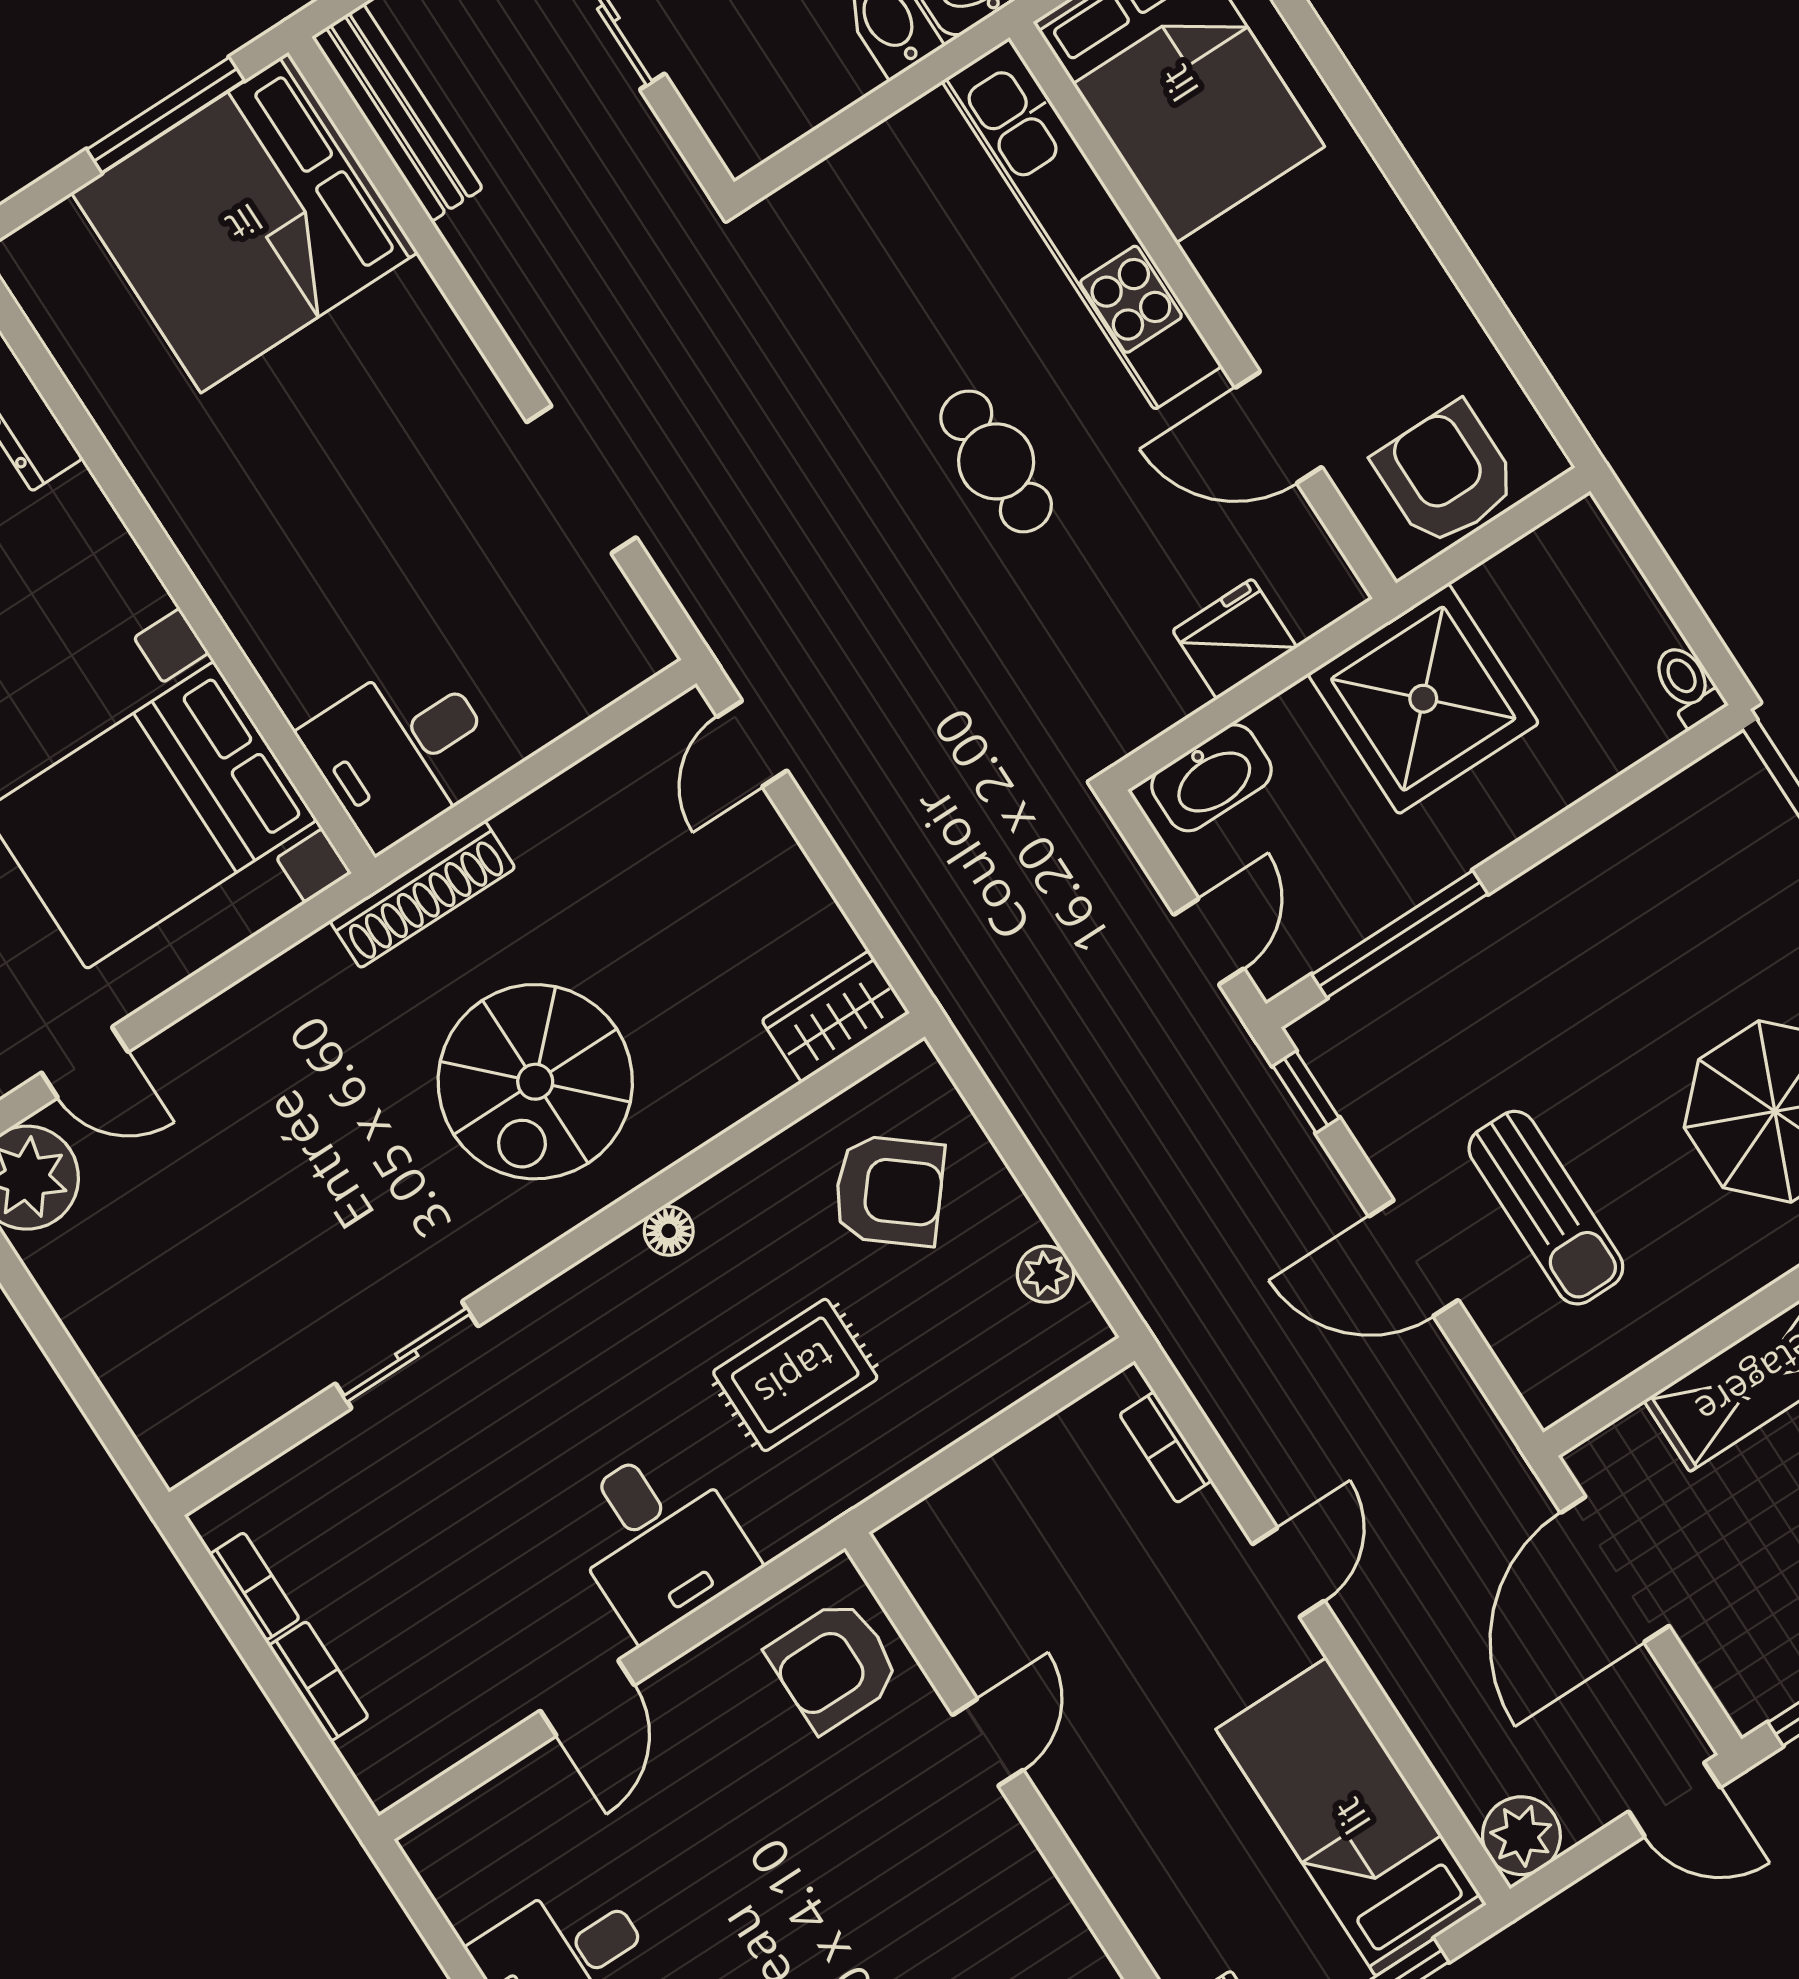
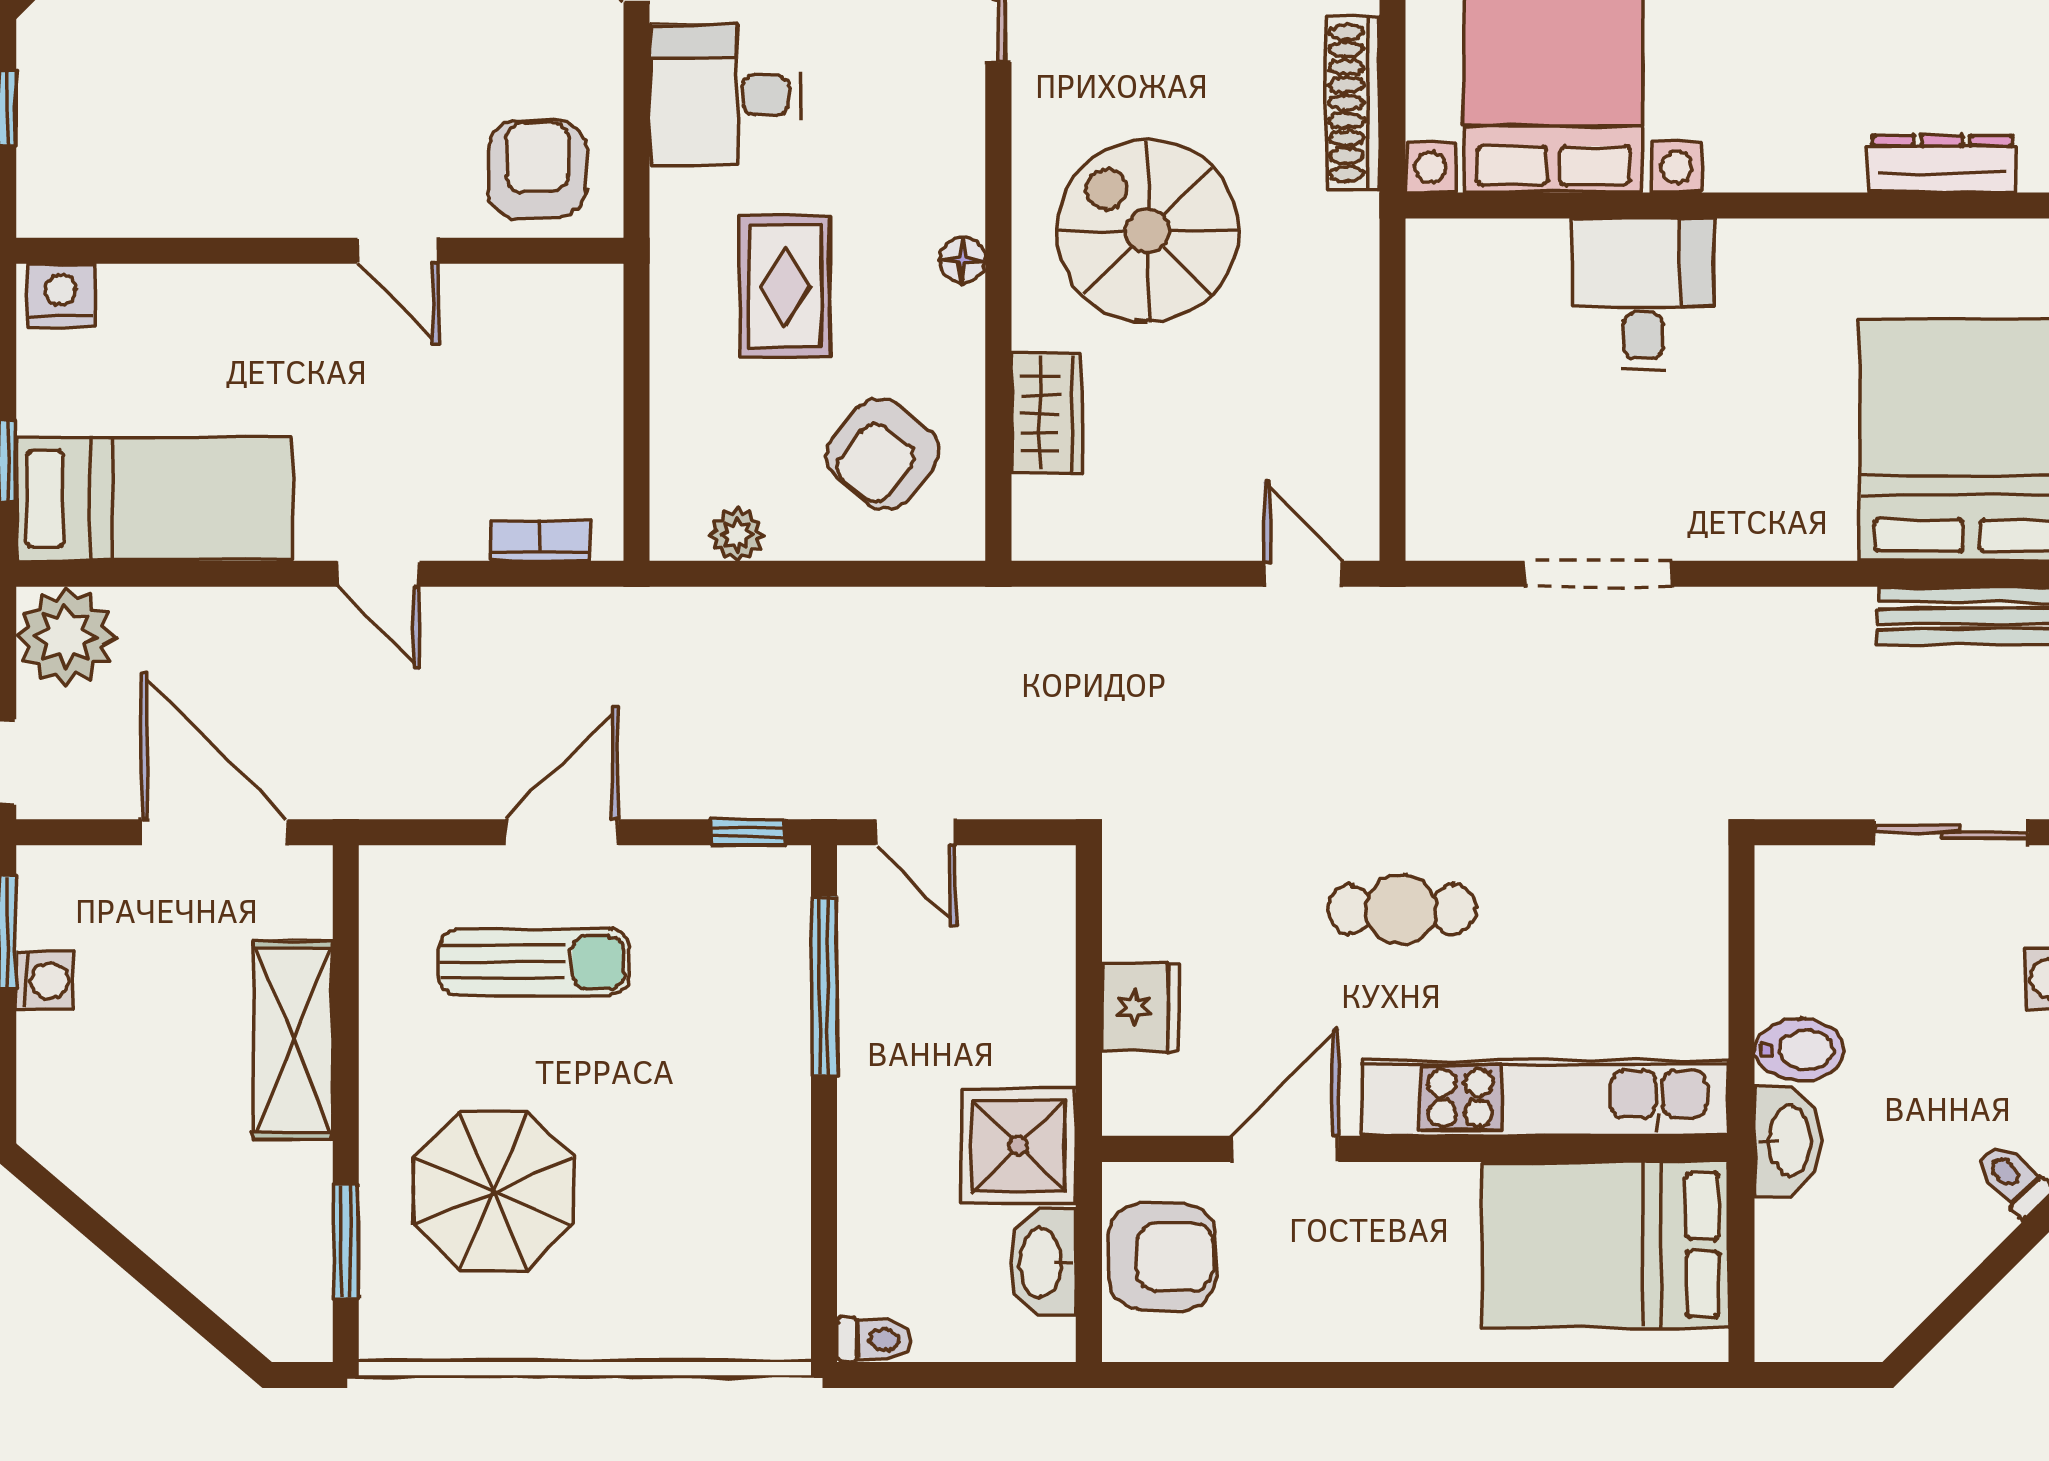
shower: (1423, 699) -> (1018, 1146), width x0.73, depth x0.73
desk: (402, 751) -> (1643, 294), moved
washbasin: (1212, 778) -> (1043, 1263), moved
shoe rack: (422, 894) -> (1353, 103), moved
wardrobe: (836, 1017) -> (1046, 413), moved
sun lounger: (1546, 1208) -> (534, 962), turned 180
plant: (1521, 1836) -> (66, 636), width x1.36, depth x1.36

